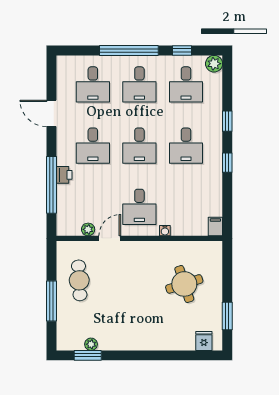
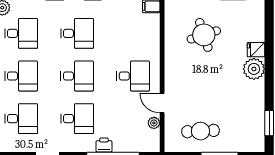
water cooler: (165, 231) -> (155, 53), removed
fridge: (204, 341) -> (256, 50), moved
plant: (91, 344) -> (254, 69), moved, width x1.88, depth x1.88

